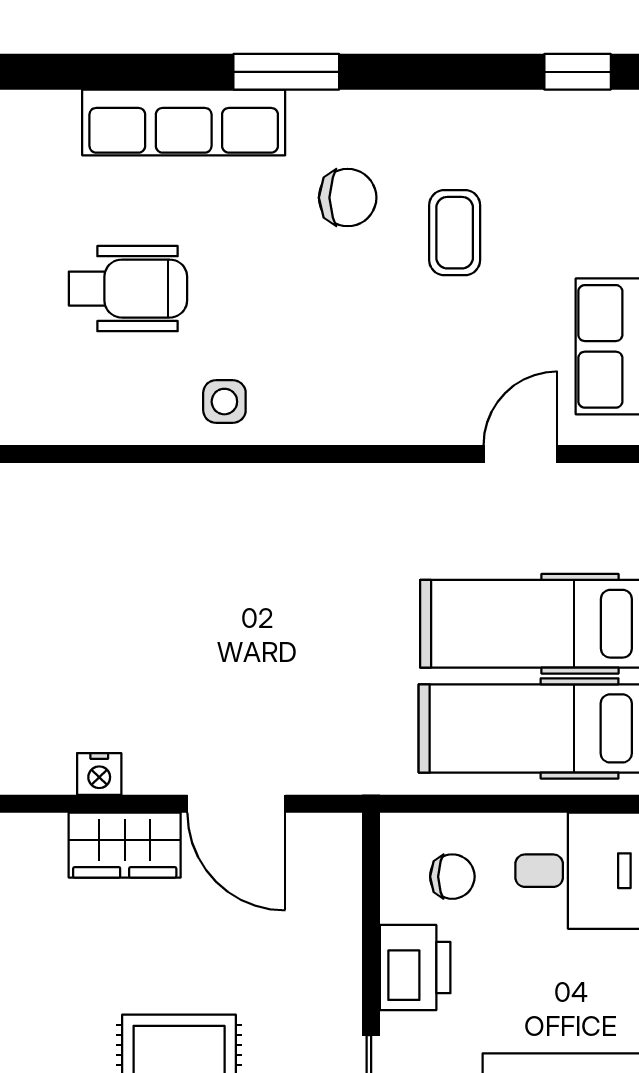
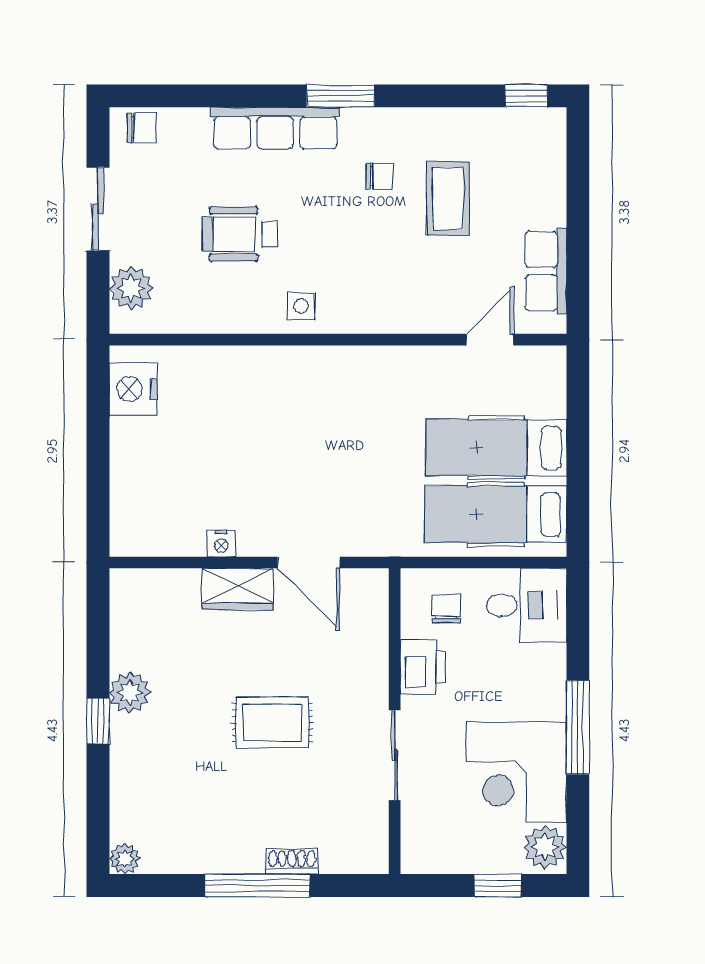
chair: (348, 198) -> (380, 176), width x0.73, depth x0.73
coffee table: (455, 233) -> (448, 198), width x1.36, depth x1.30
wheelchair: (128, 289) -> (240, 234), turned 180
chair: (452, 877) -> (446, 609), turned -90

